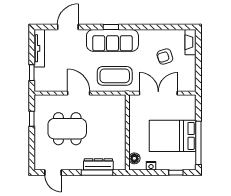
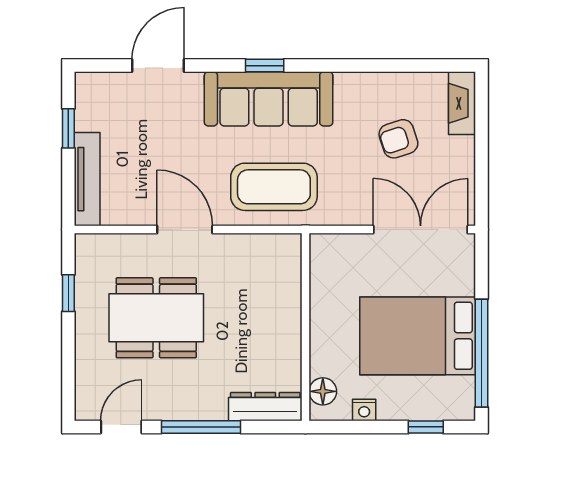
tv unit: (39, 48) -> (87, 179), moved
window: (32, 73) -> (68, 128), moved
double door: (158, 93) -> (421, 230), moved
dresser: (98, 164) -> (265, 407), moved
door: (53, 173) -> (121, 427), swing flipped
window: (97, 173) -> (201, 427), moved

